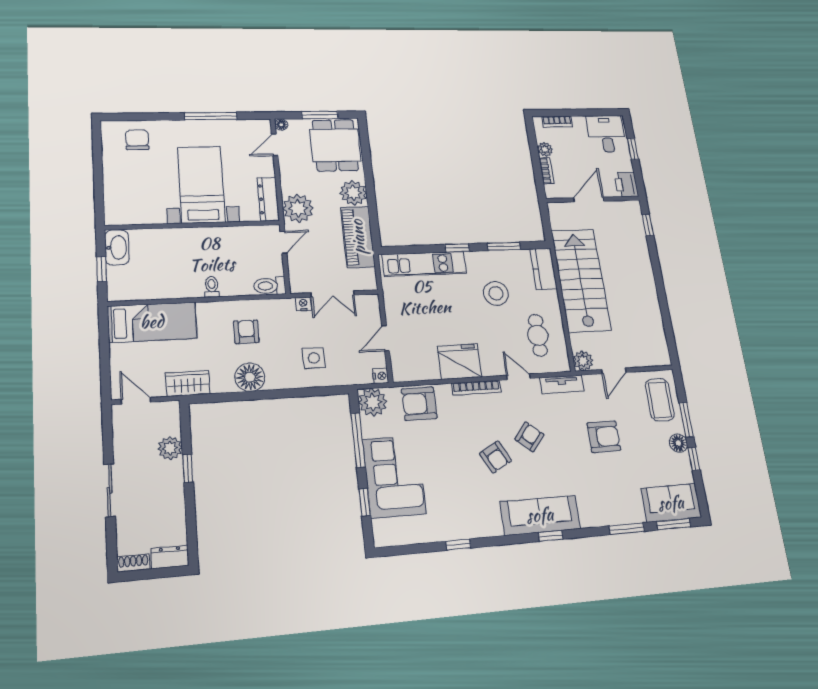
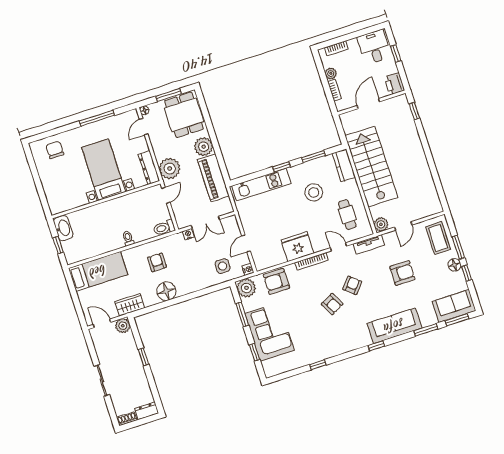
side table: (314, 358) -> (223, 266), moved
window: (358, 440) -> (242, 314), width x0.69
plant: (170, 448) -> (123, 326), moved
sofa: (540, 515) -> (394, 326), moved

